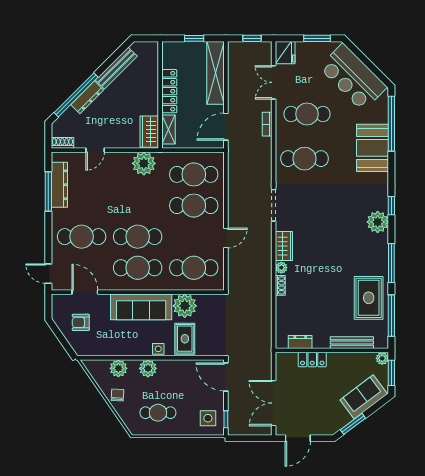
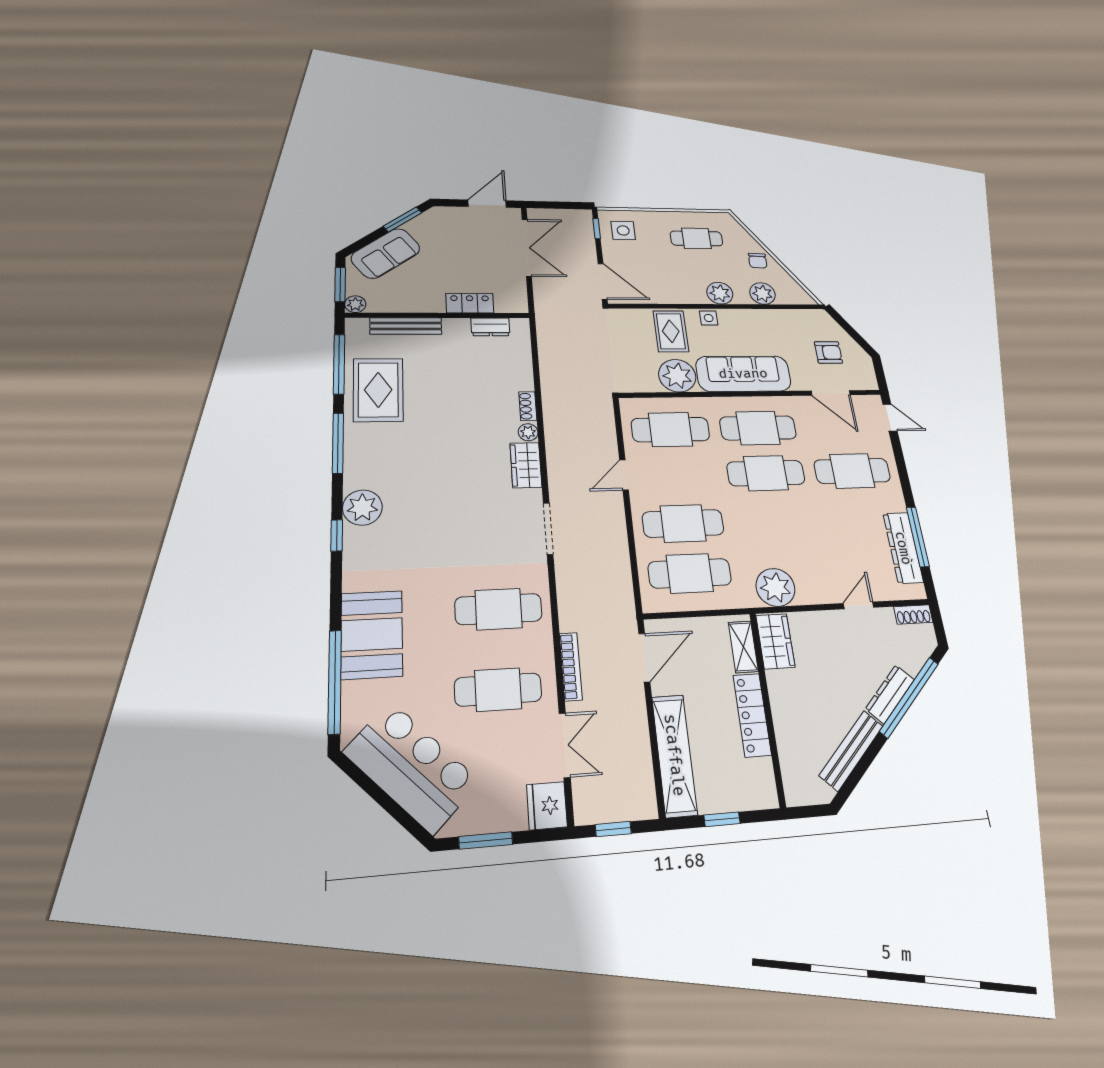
bookcase: (267, 124) -> (571, 666), width x1.56

